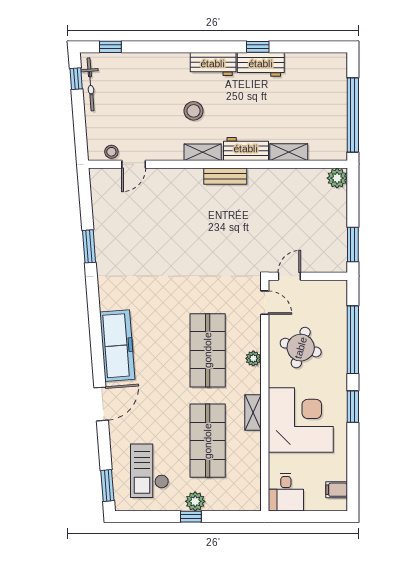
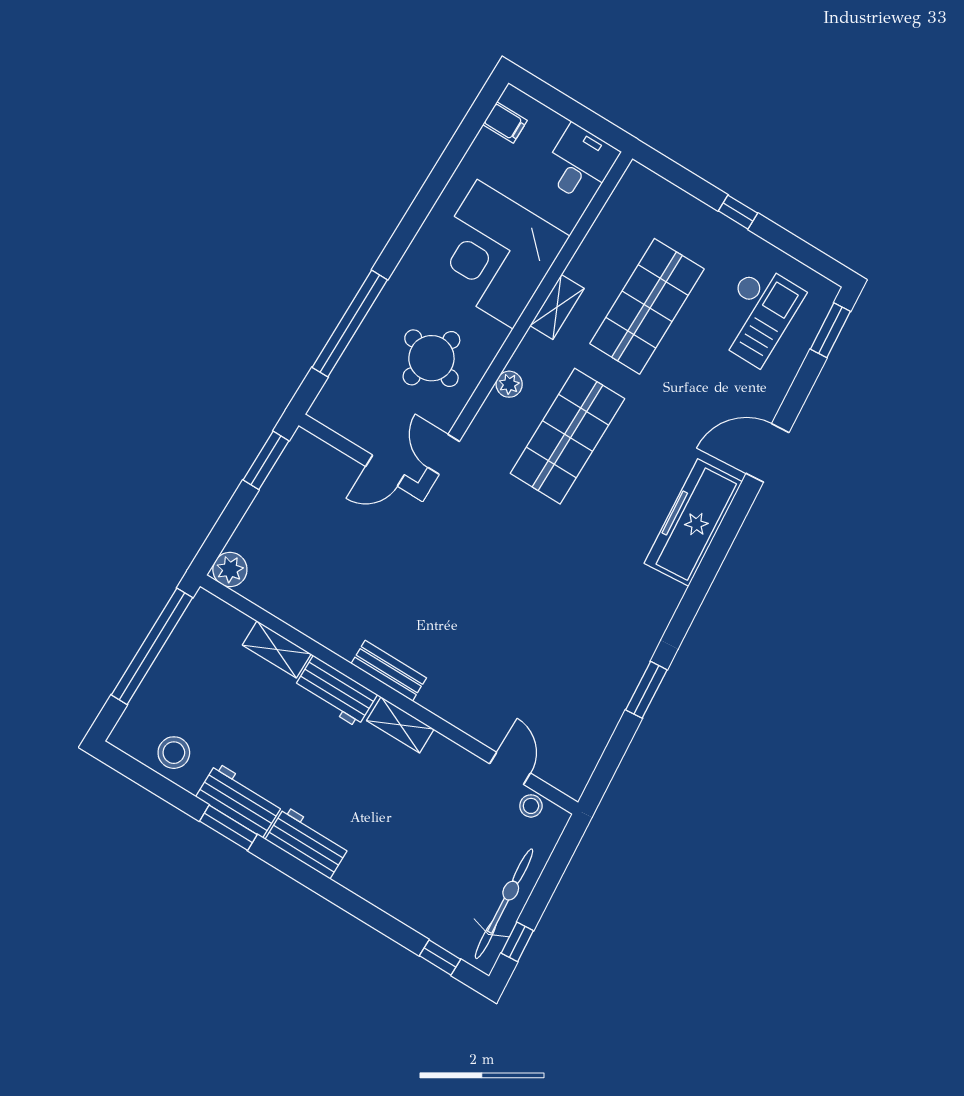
window: (258, 47) -> (228, 828), width x1.50
bicycle: (91, 84) -> (504, 904), width x1.37, depth x1.40
stool: (194, 111) -> (174, 753), moved
door: (134, 164) -> (510, 768), hinge flipped
window: (353, 407) -> (409, 227), removed
plant: (195, 501) -> (718, 230), removed

